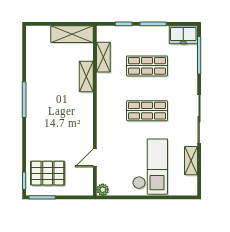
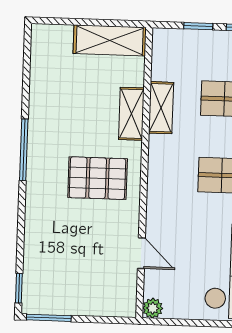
shelving: (103, 57) -> (161, 108), moved
door: (95, 158) -> (141, 253), swing flipped
pallet: (48, 173) -> (98, 178), moved

